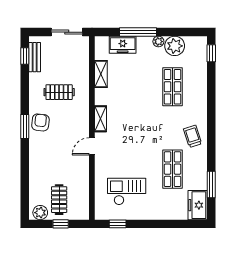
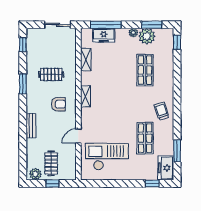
window: (138, 32) -> (106, 25), moved
window: (181, 32) -> (152, 25), added
bench: (35, 57) -> (31, 126), moved
armchair: (40, 122) -> (58, 104), moved, turned 84
window: (25, 127) -> (23, 84), moved
door: (92, 146) -> (78, 136), moved
checkout: (127, 192) -> (107, 157), width x1.36, depth x1.21
window: (118, 224) -> (152, 183), moved

